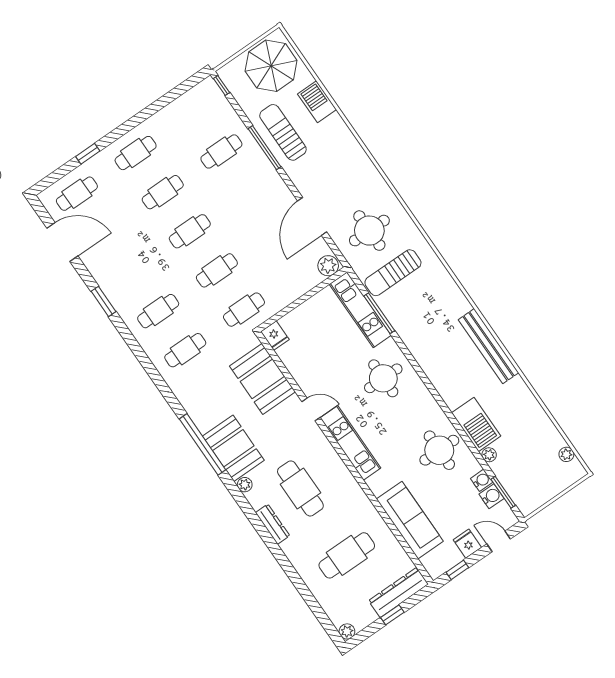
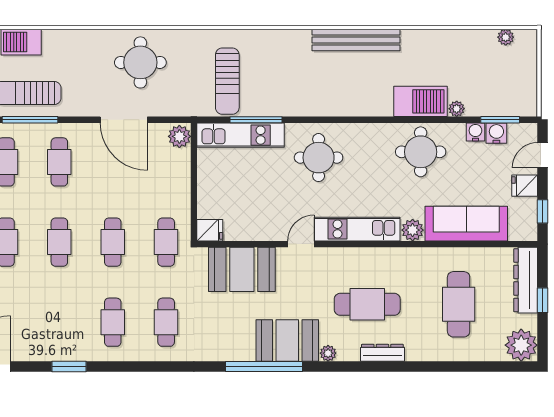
cafe table: (248, 191) -> (59, 162), added
round table: (369, 231) -> (140, 62), moved
plant: (378, 484) -> (413, 230), added
plant: (347, 631) -> (521, 345), width x1.87, depth x1.87

